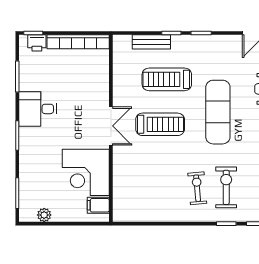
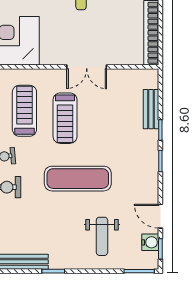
treadmill: (167, 79) -> (24, 111), moved
double door: (111, 126) -> (87, 67), moved

